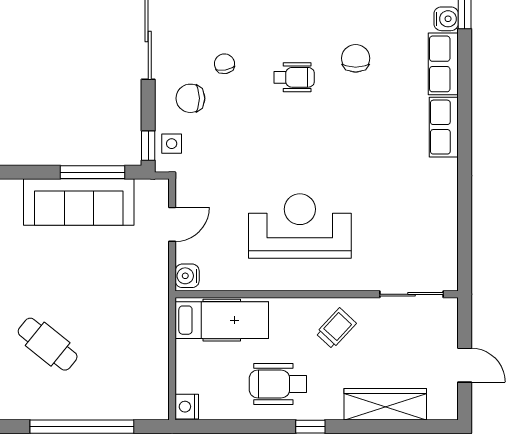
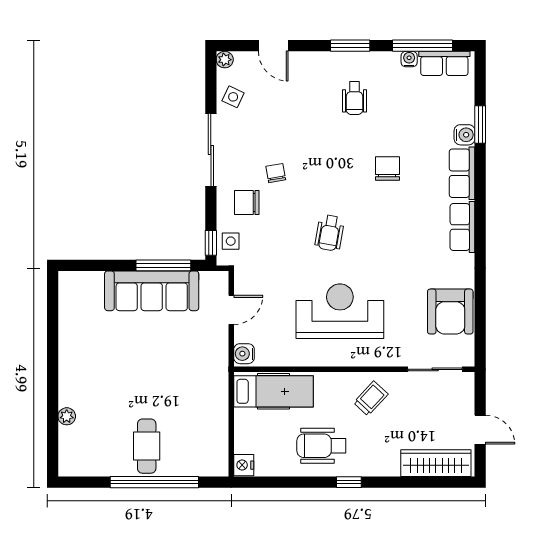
wheelchair: (294, 77) -> (330, 233), moved, turned 100
armchair: (429, 226) -> (450, 312), added
cafe table: (48, 344) -> (147, 446), moved, turned 51
wardrobe: (385, 404) -> (436, 463), moved

